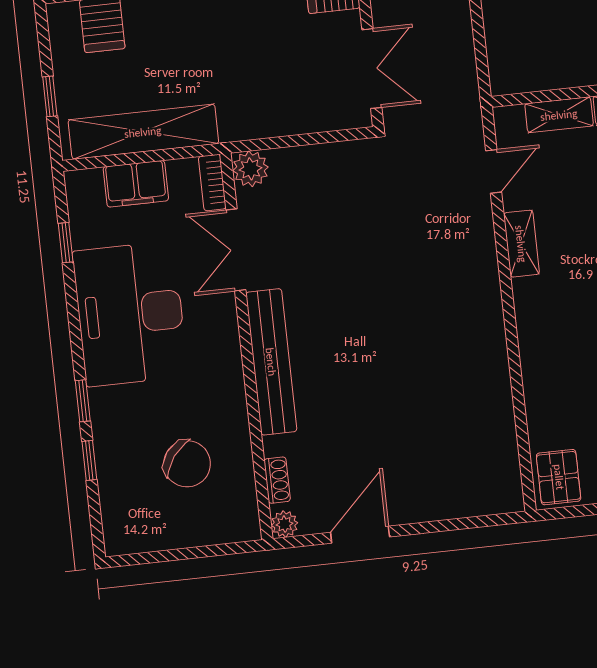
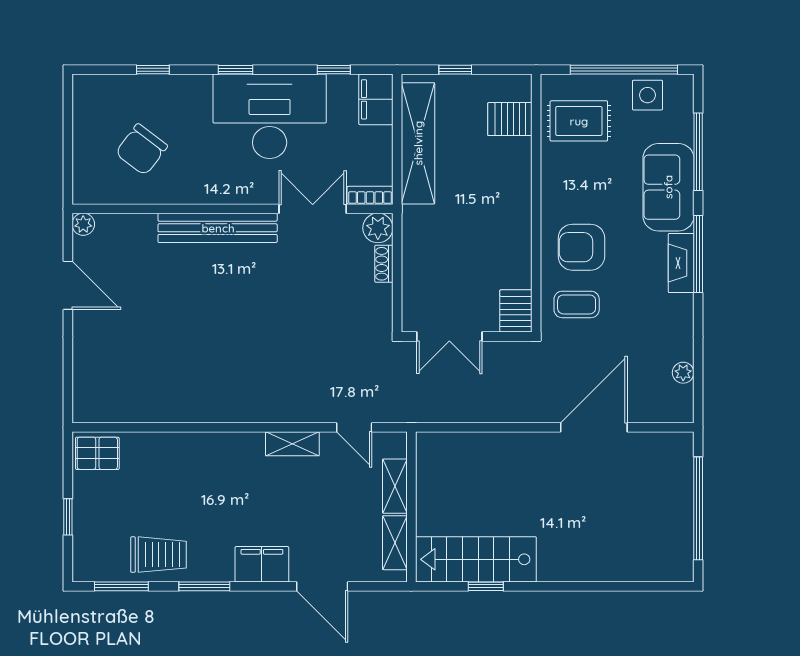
filing cabinet: (136, 184) -> (376, 99), moved
window: (83, 401) -> (235, 70), moved
shoe rack: (277, 480) -> (384, 264), moved, turned 90

